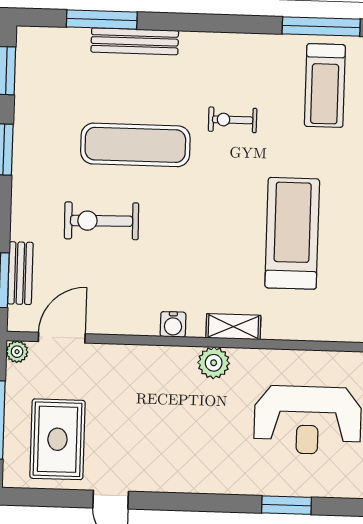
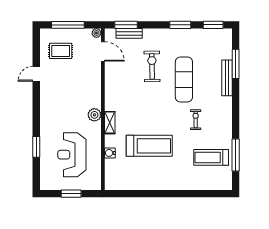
water cooler: (173, 324) -> (110, 153), moved
rug: (57, 439) -> (61, 51), width x0.73, depth x0.70

